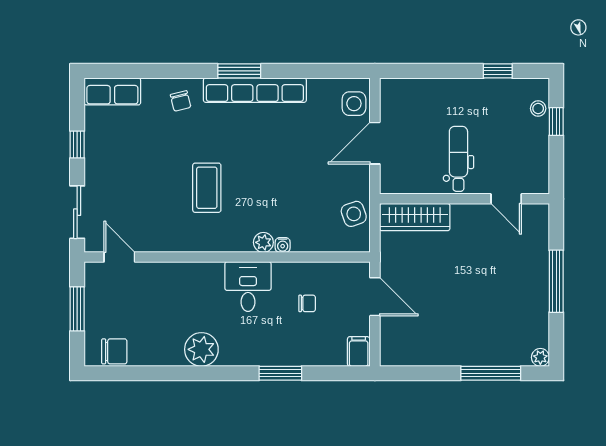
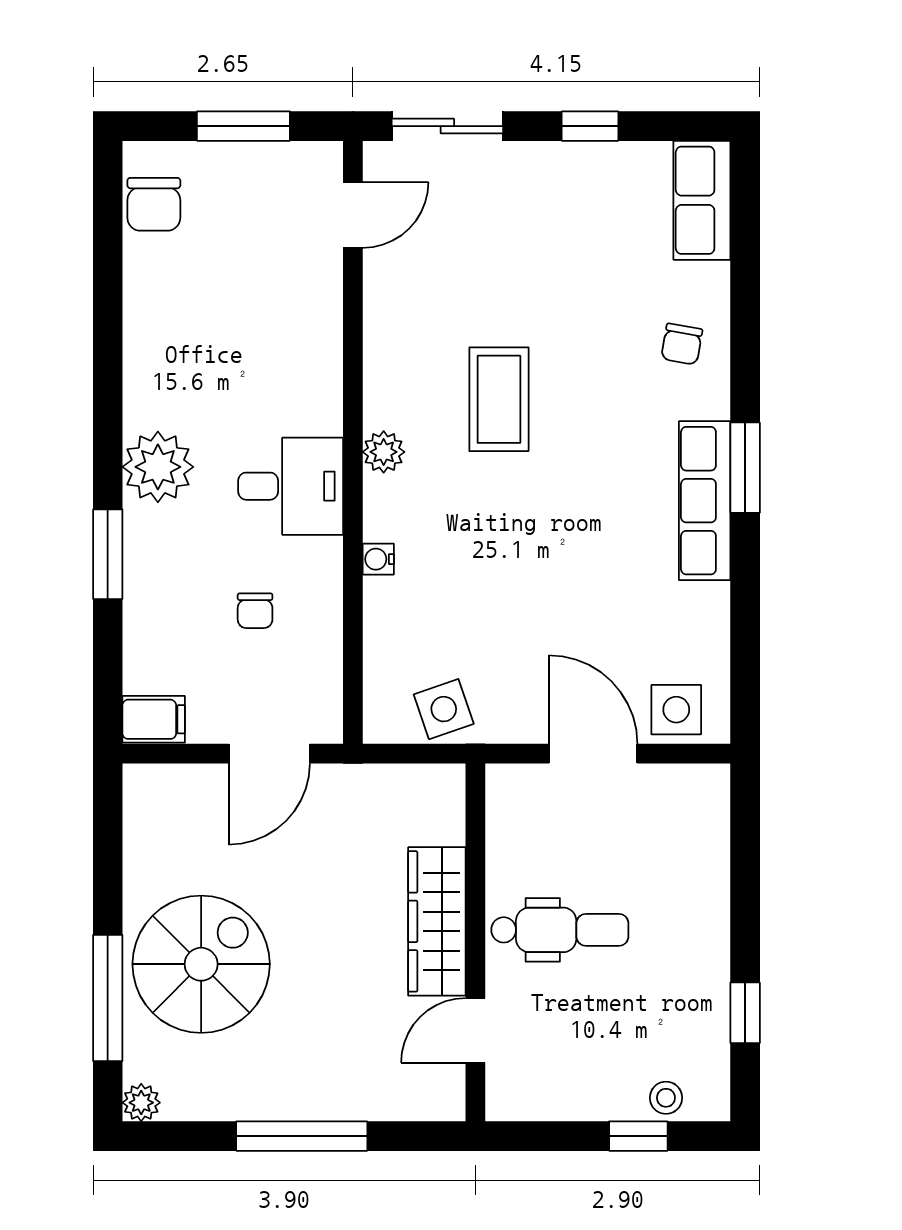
row of seats: (255, 90) -> (705, 501), width x0.73
chair: (181, 101) -> (682, 344), turned -66
coffee table: (207, 188) -> (499, 399), turned 90
wardrobe: (415, 217) -> (437, 921), moved
plant: (263, 242) -> (384, 452), moved
spiral stairs: (475, 329) -> (201, 964), added
plant: (201, 349) -> (158, 467), moved

